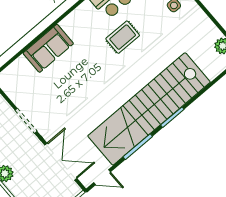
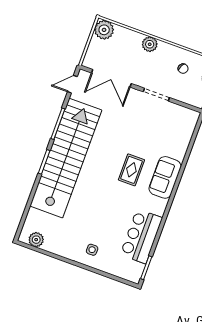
rug: (123, 37) -> (131, 170), moved
sofa: (48, 48) -> (165, 177), moved

